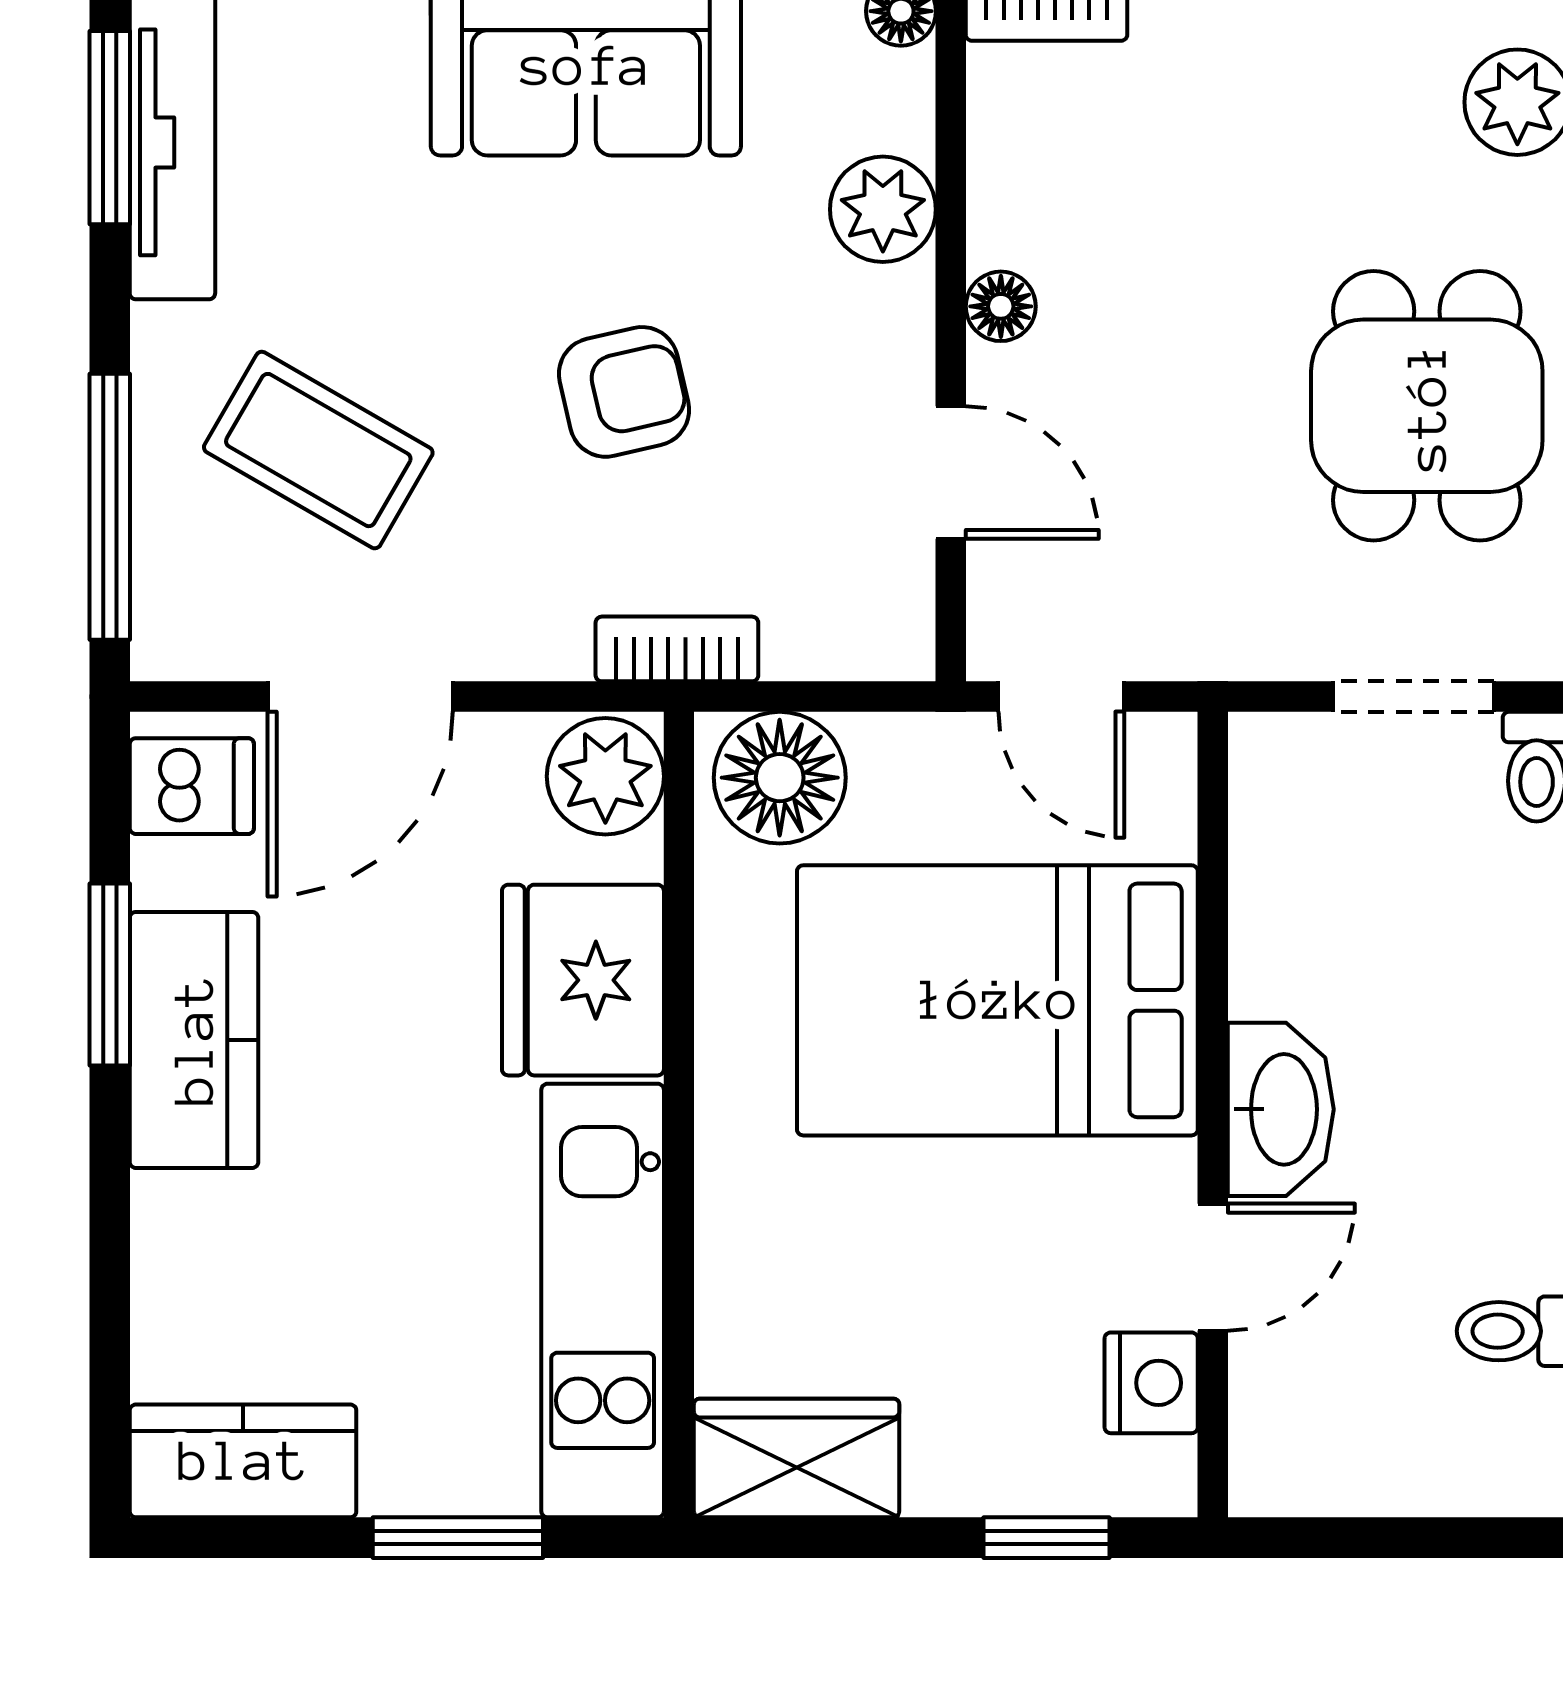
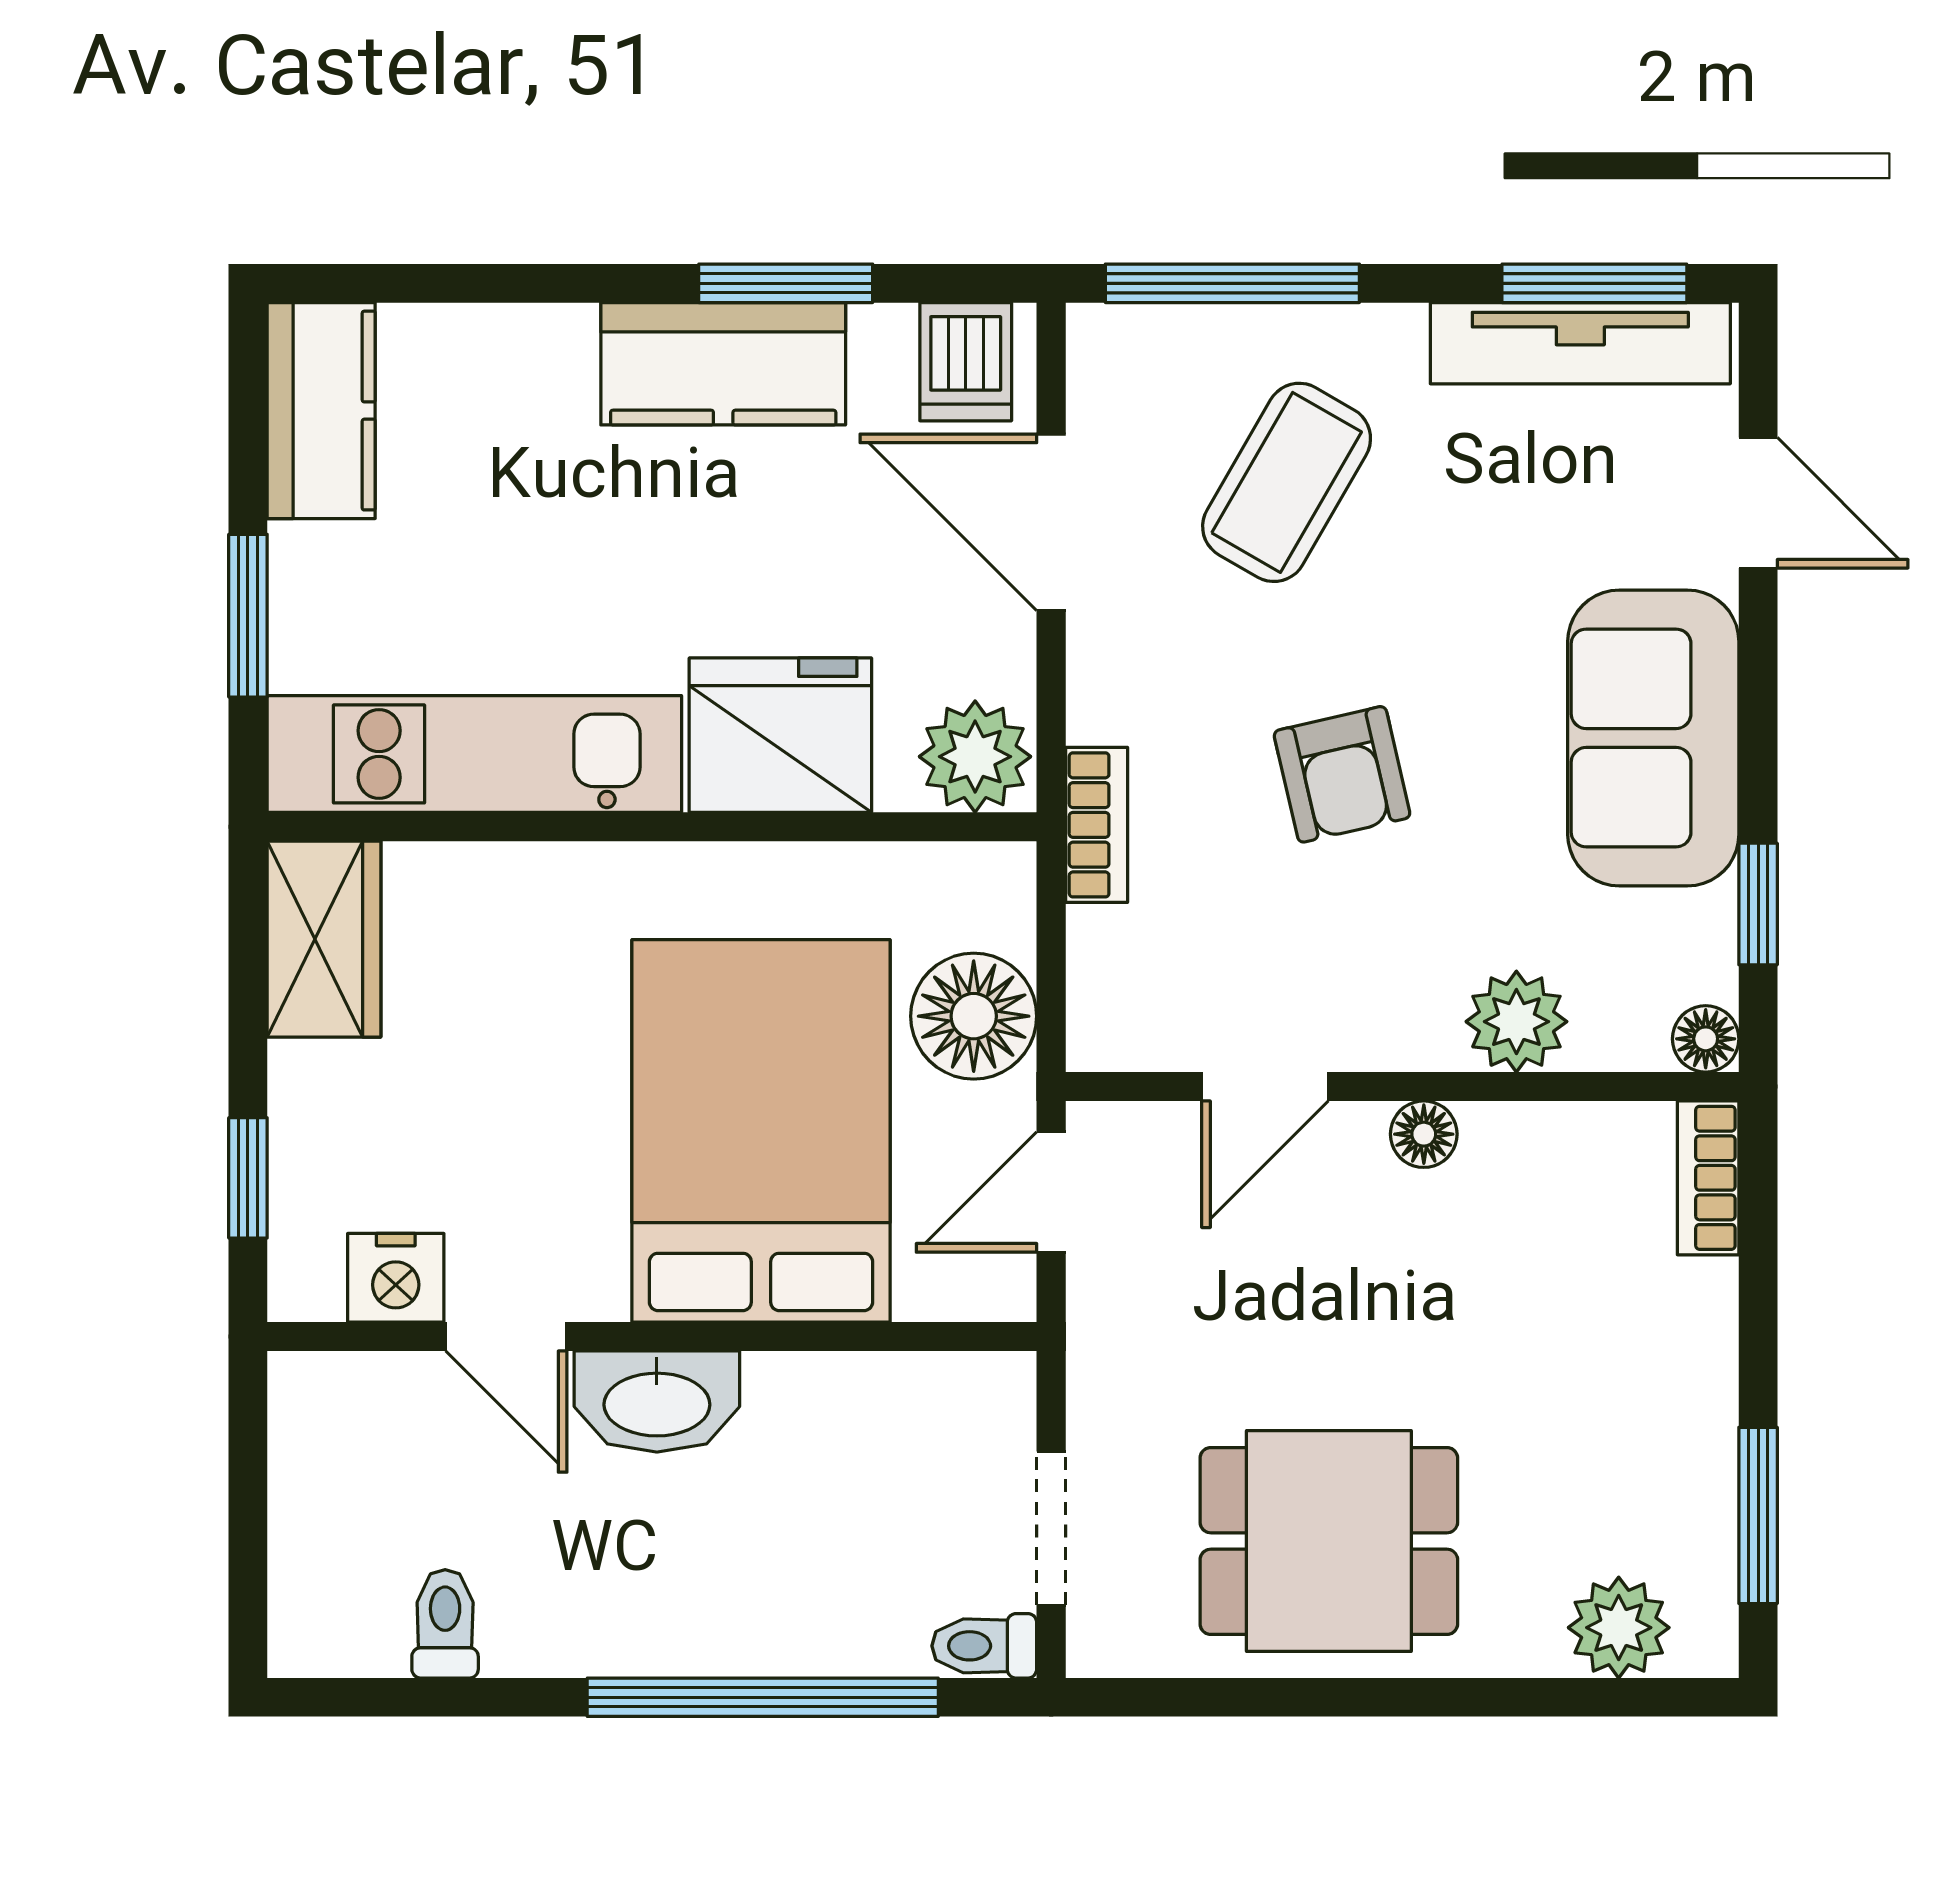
floor lamp: (780, 778) -> (974, 1016), moved

